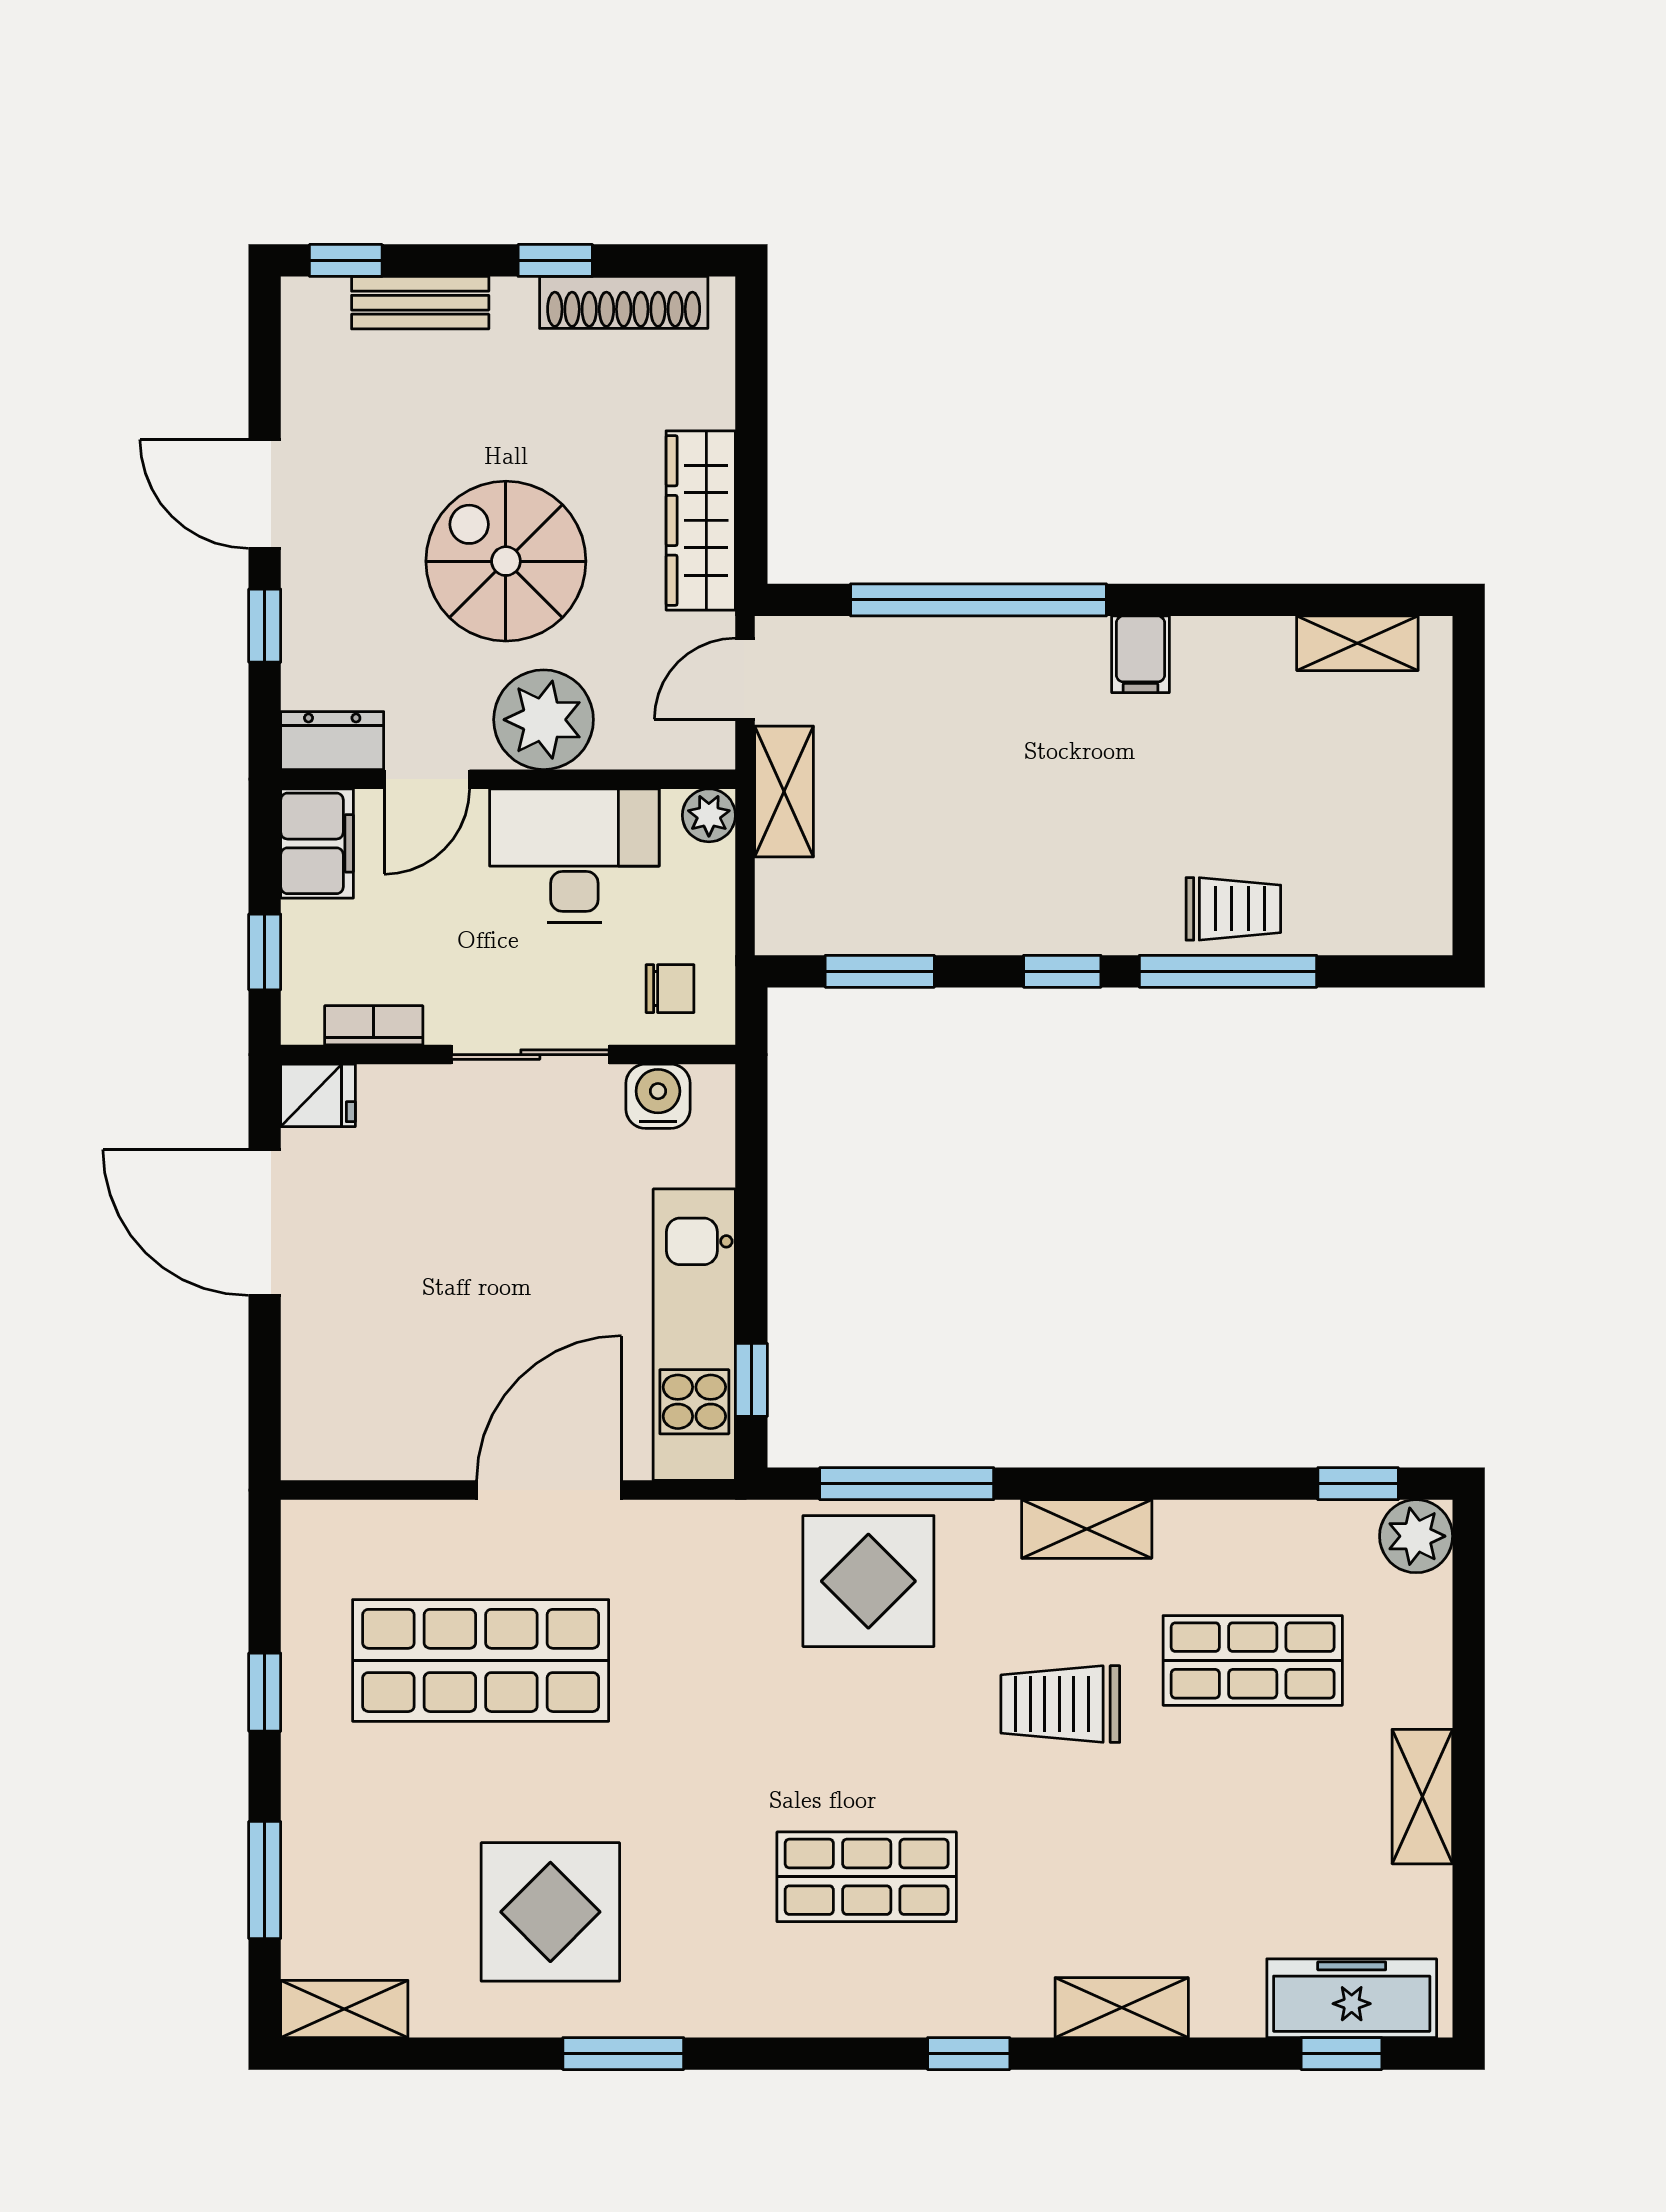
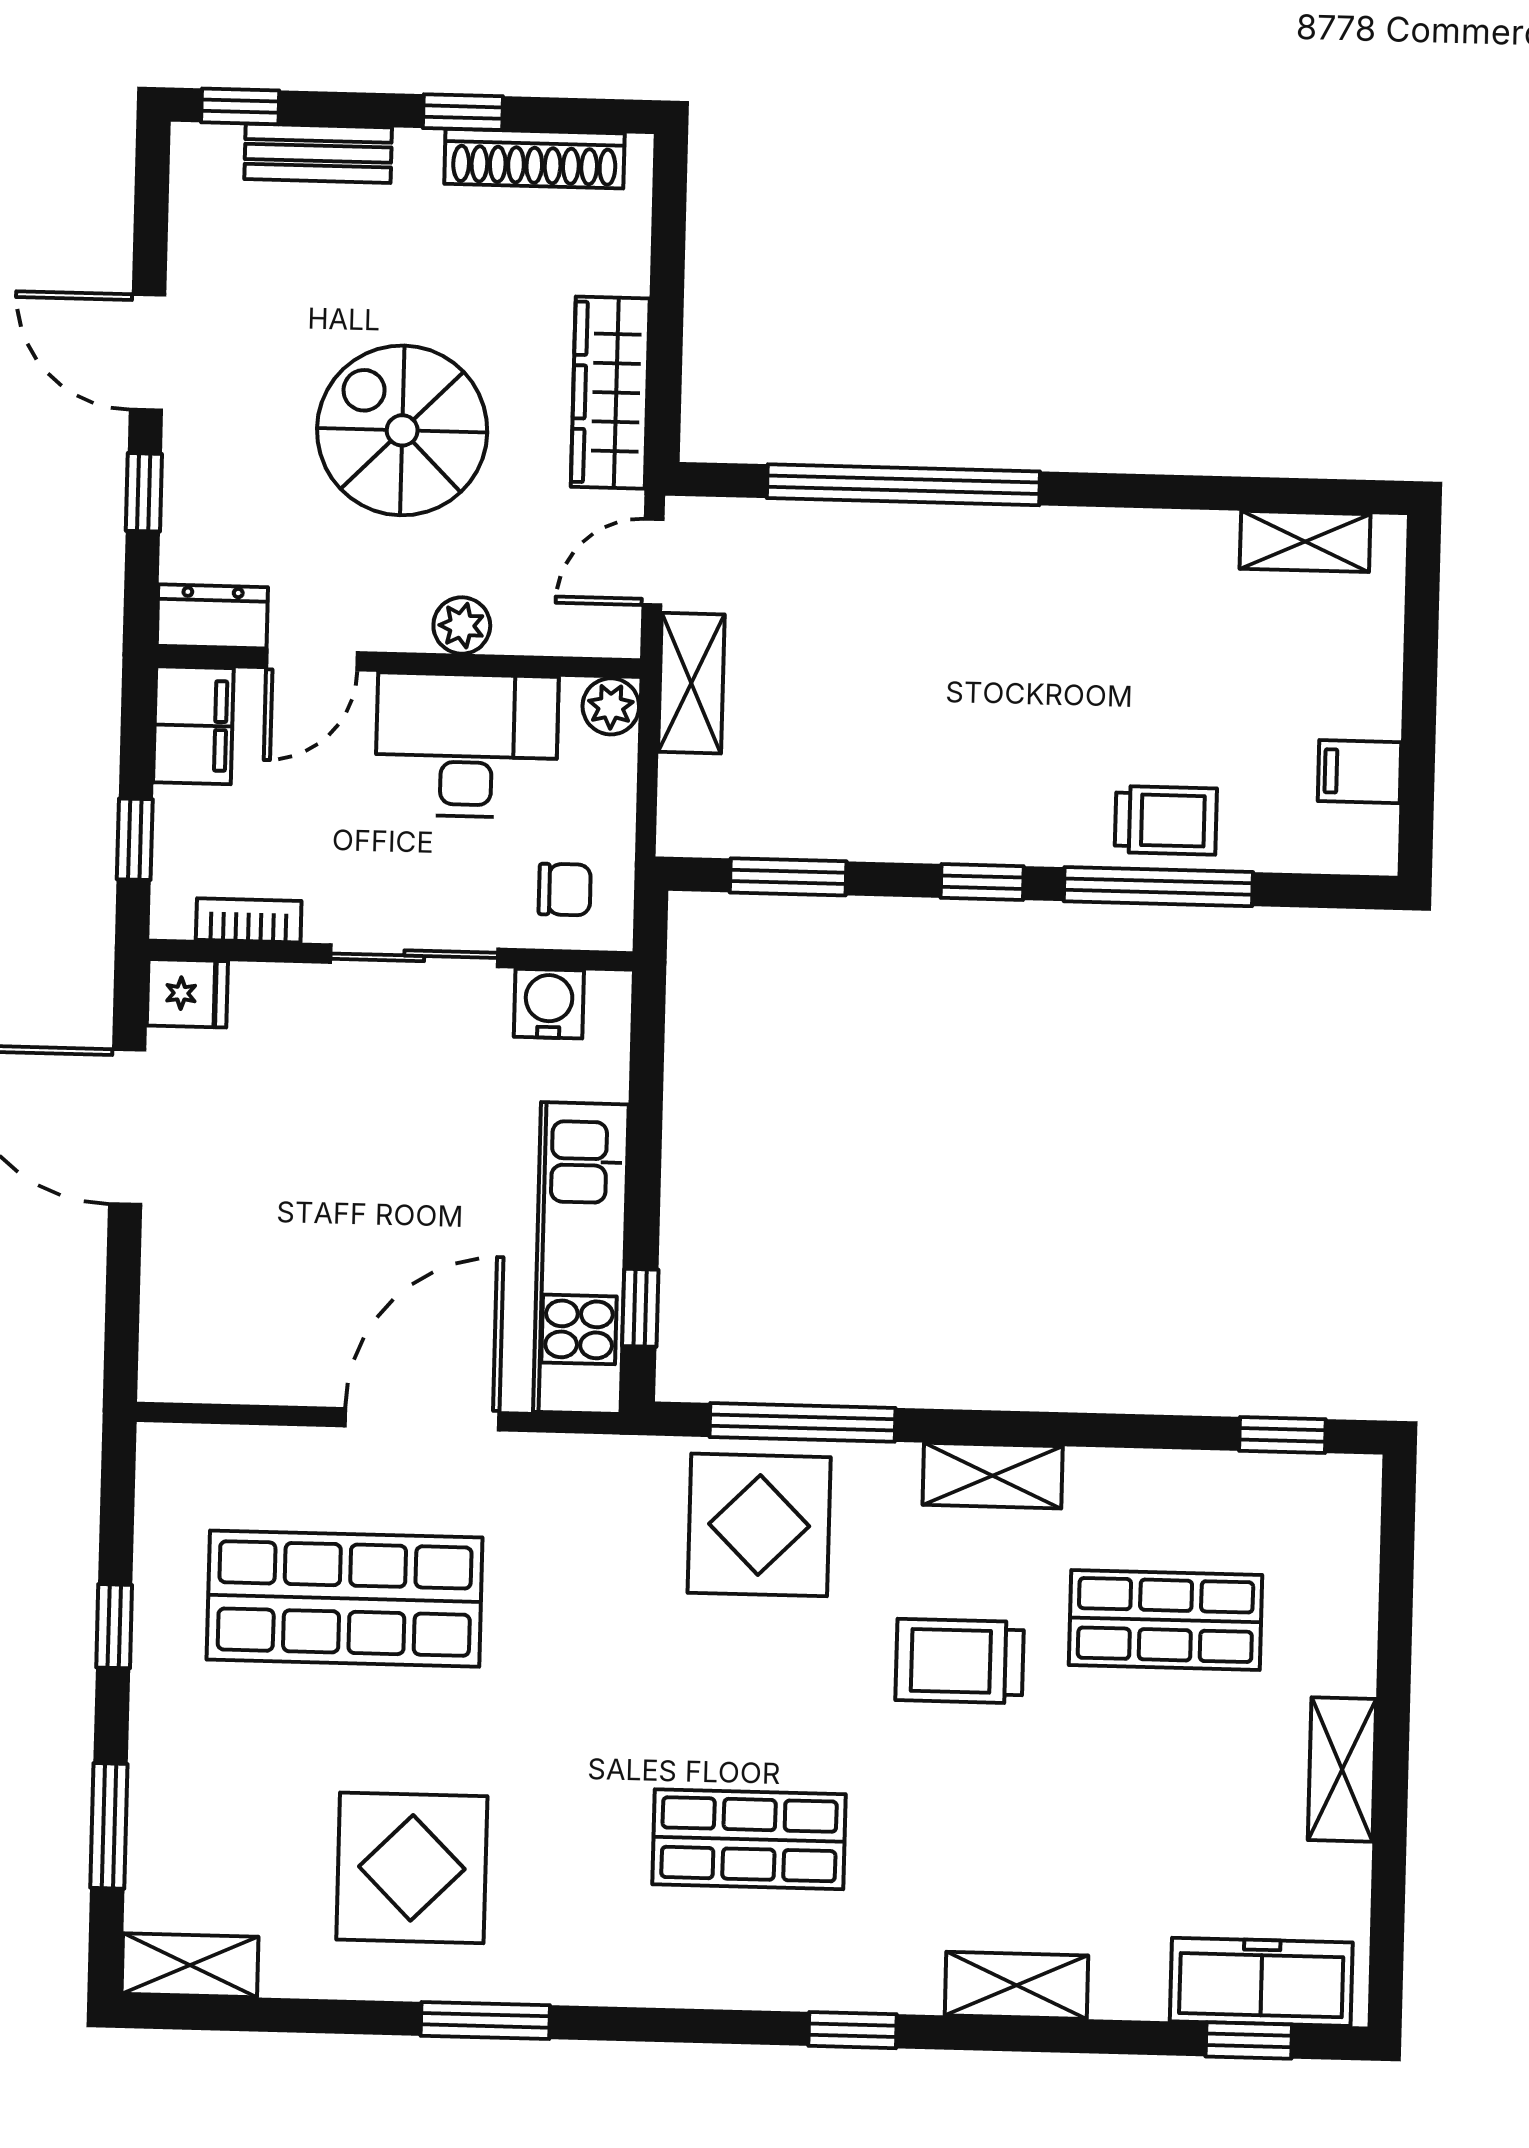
filing cabinet: (1141, 654) -> (1360, 772), moved, turned 90
plant: (544, 720) -> (462, 625), width x0.53, depth x0.53
plant: (1416, 1536) -> (1343, 1492), removed

